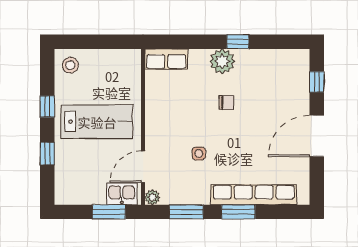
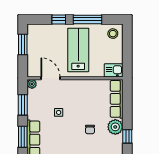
row of seats: (166, 59) -> (117, 99), width x1.48
window: (47, 106) -> (88, 19), width x2.17
lab bench: (97, 122) -> (78, 50), turned 180
kitchen sink: (122, 194) -> (114, 70), moved, turned -90
window: (109, 212) -> (23, 44), moved

